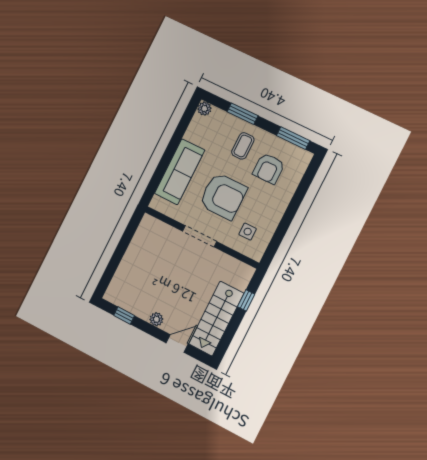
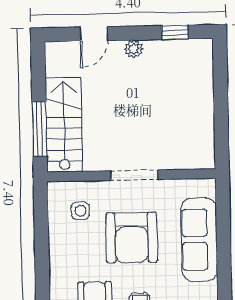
armchair: (223, 196) -> (132, 238), turned -90
window: (246, 300) -> (39, 129), width x2.17
stairs: (216, 319) -> (64, 125), moved

